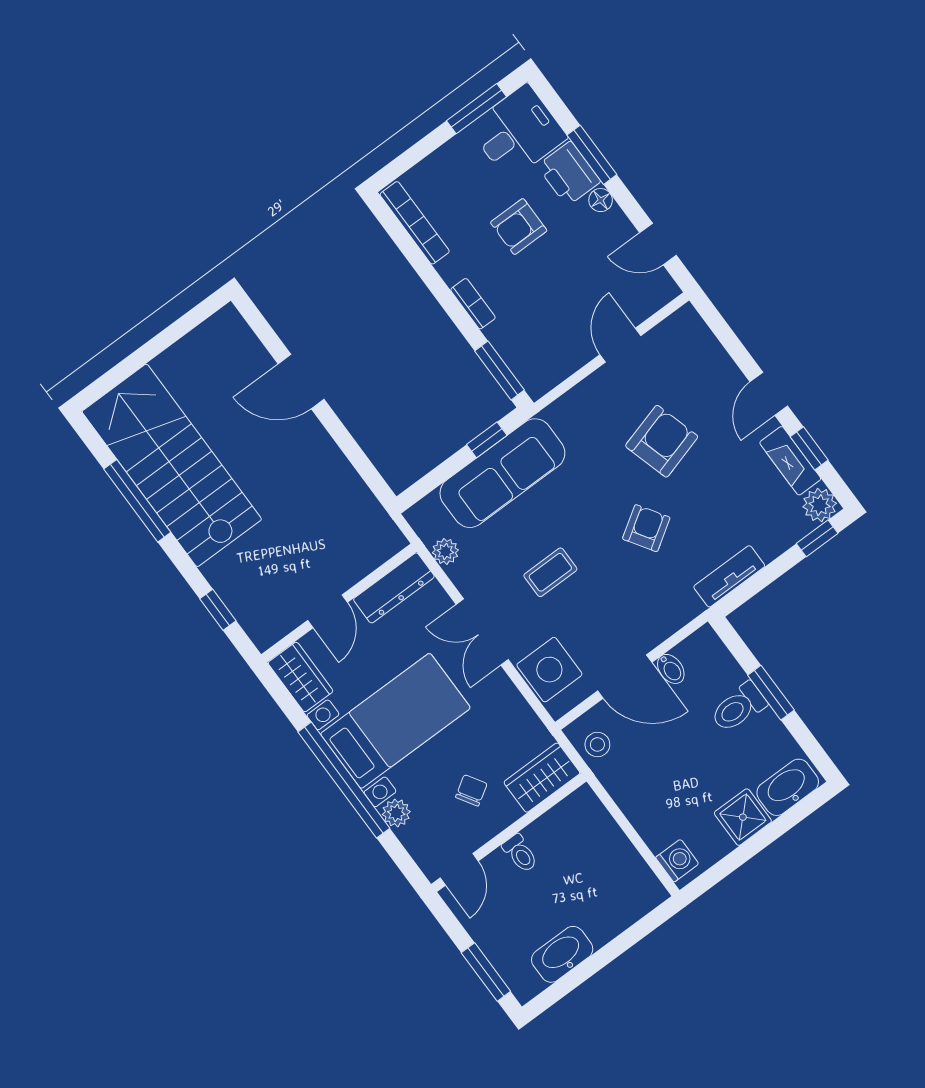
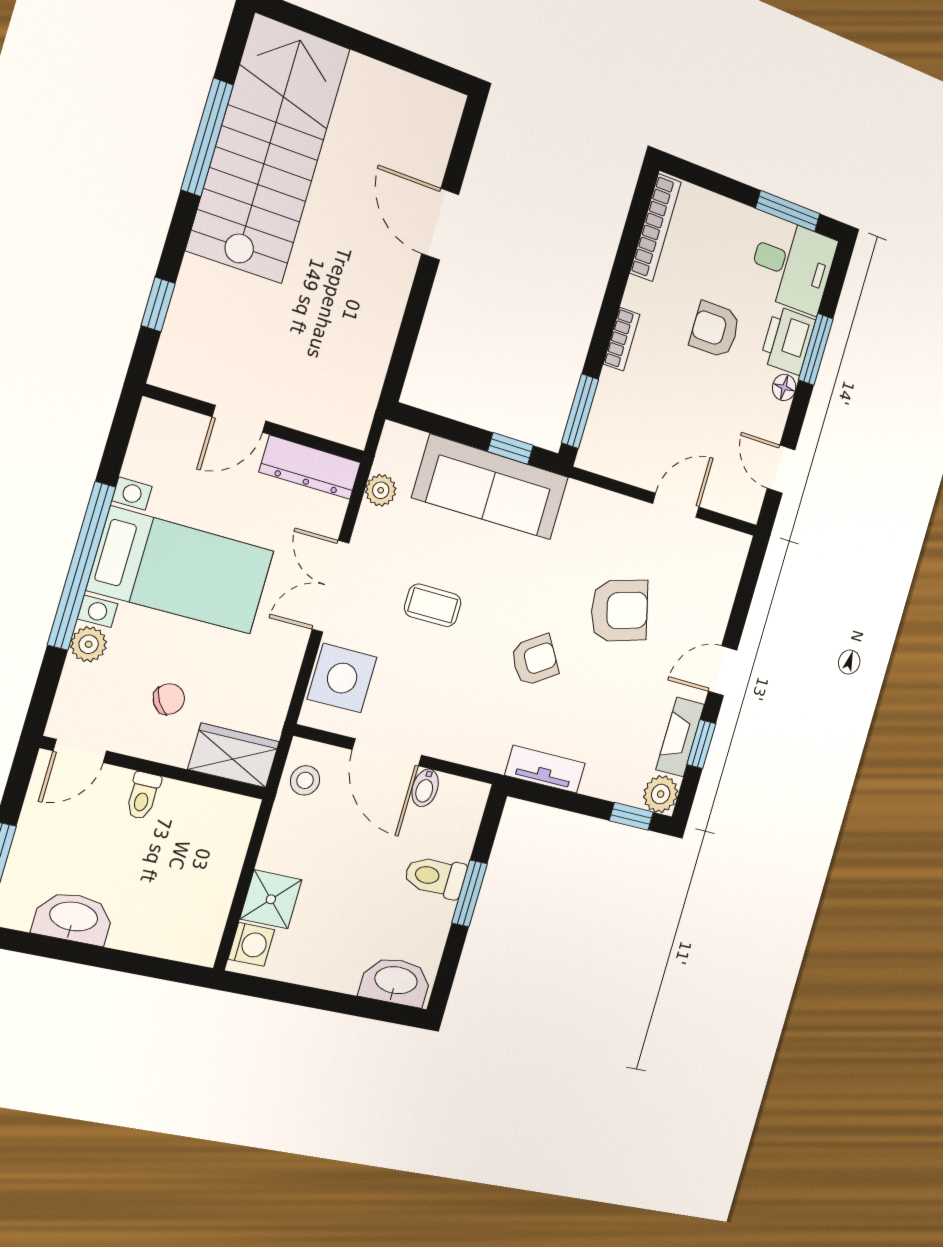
wardrobe: (301, 677) -> (153, 441), removed
shower: (743, 817) -> (271, 899), moved

